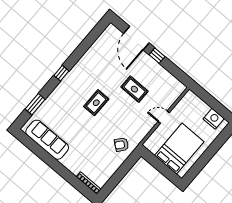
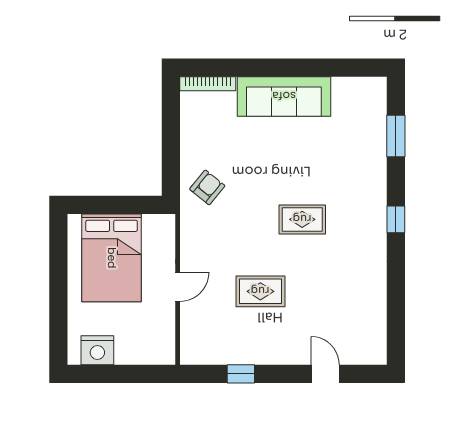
door: (136, 38) -> (325, 374), width x0.53
window: (157, 56) -> (241, 374), moved
rug: (96, 103) -> (302, 219), turned 90
sofa: (47, 140) -> (284, 96), moved

